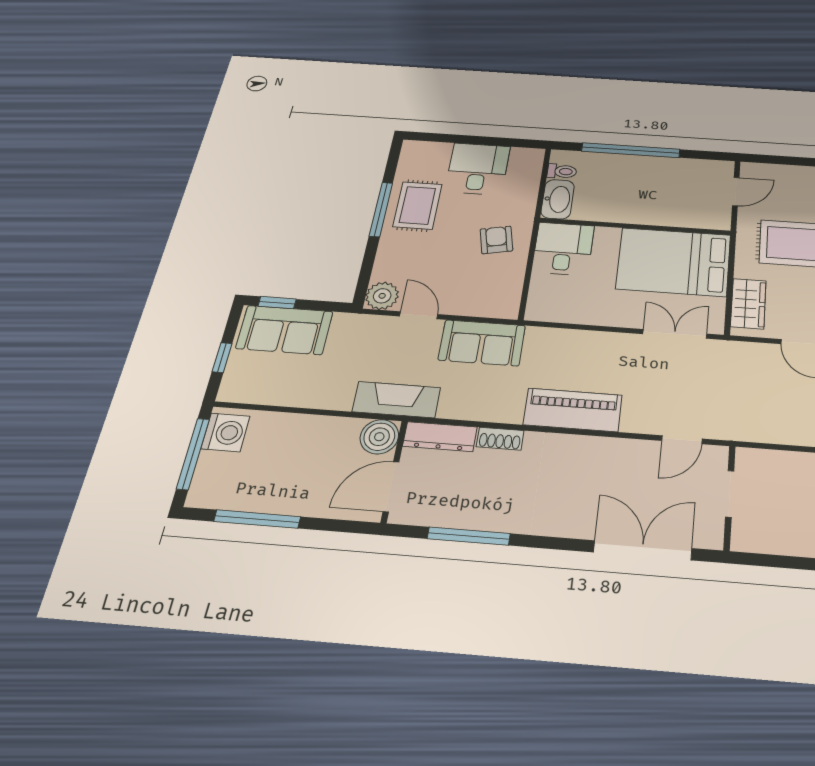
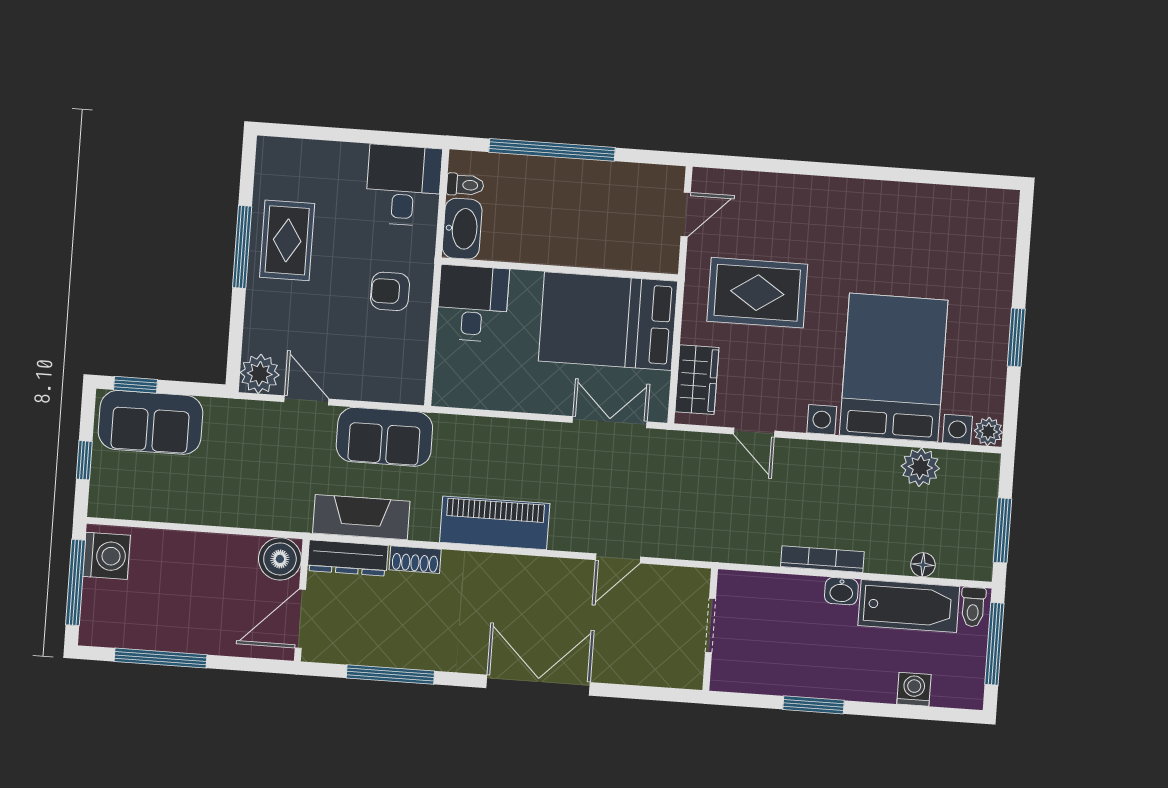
desk: (478, 169) -> (404, 185), moved
armchair: (496, 240) -> (390, 291), turned -78
fireplace: (396, 400) -> (361, 517), moved
doorway: (730, 494) -> (711, 625), moved
wall: (729, 497) -> (710, 630), moved
double door: (643, 550) -> (538, 685), moved

